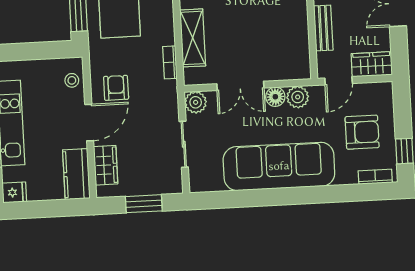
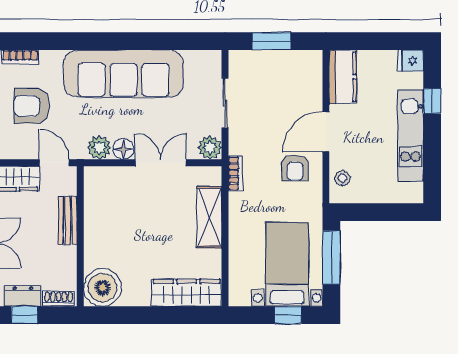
bookcase: (170, 62) -> (235, 173), moved
door: (339, 81) -> (54, 163), hinge flipped
wardrobe: (106, 165) -> (311, 85), removed

